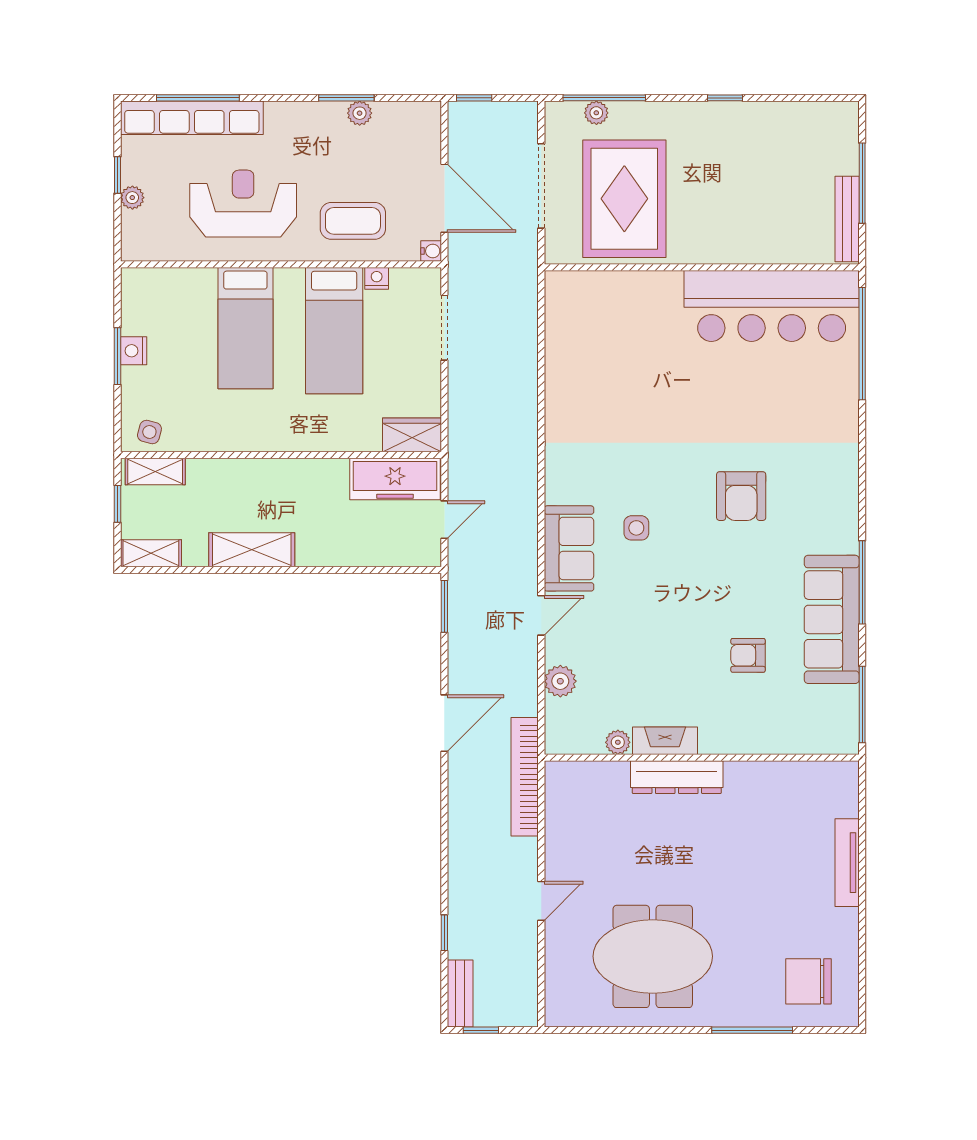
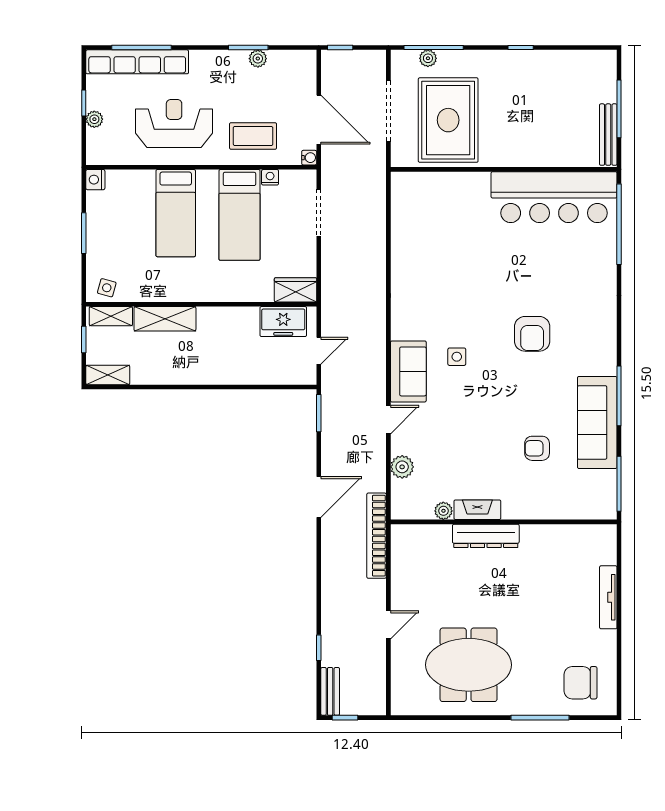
nightstand: (134, 351) -> (95, 180), moved
freezer: (395, 479) -> (283, 322), width x0.71
shelving: (252, 550) -> (165, 319), moved

